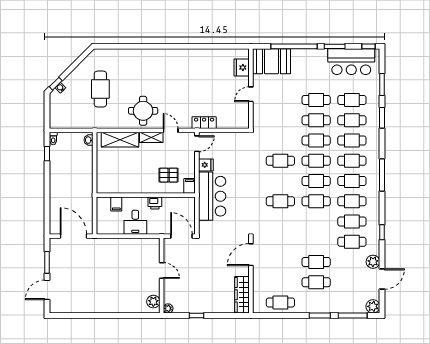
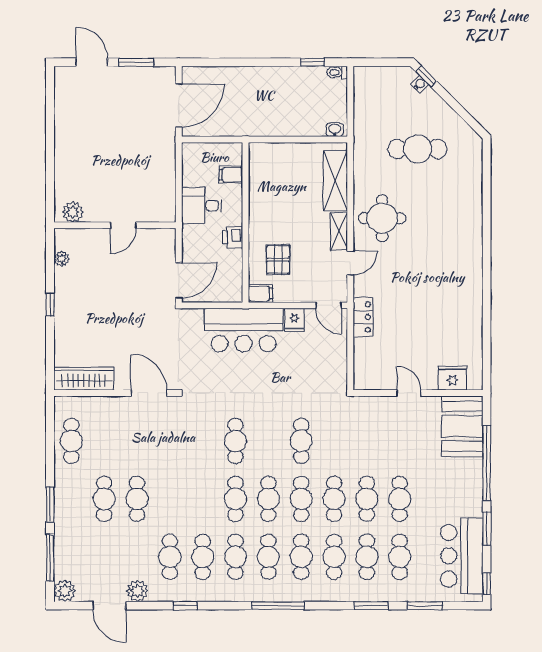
door: (162, 270) -> (123, 225), moved
wall: (162, 276) -> (115, 225), moved
plant: (153, 302) -> (73, 212), moved

